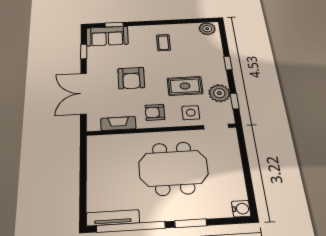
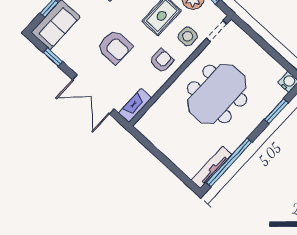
armchair: (155, 112) -> (162, 61), turned 180
fireplace: (118, 123) -> (135, 105), moved
window: (191, 223) -> (276, 111), moved

